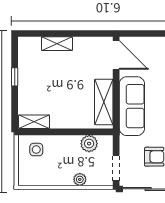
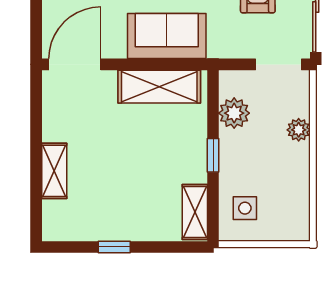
sofa: (132, 106) -> (167, 36), width x0.73
window: (66, 132) -> (213, 155), added

